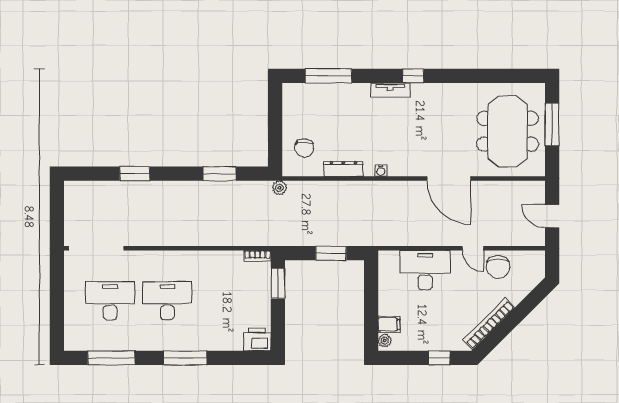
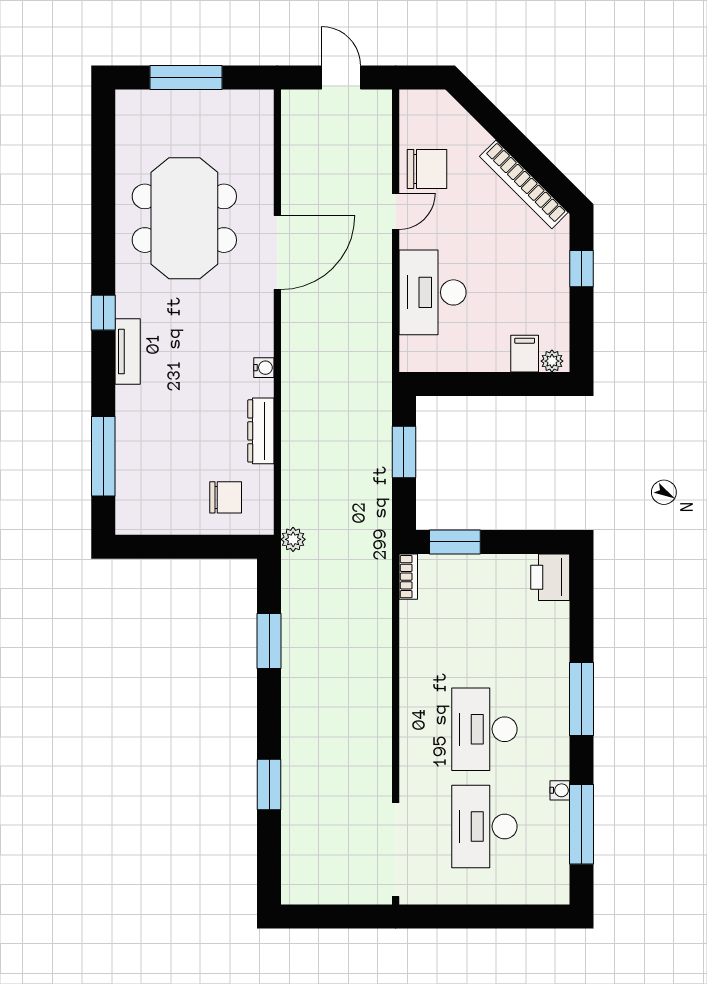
meeting table: (508, 131) -> (184, 218), moved, turned 90
door: (552, 216) -> (341, 77), swing flipped
water cooler: (131, 345) -> (560, 790), added

